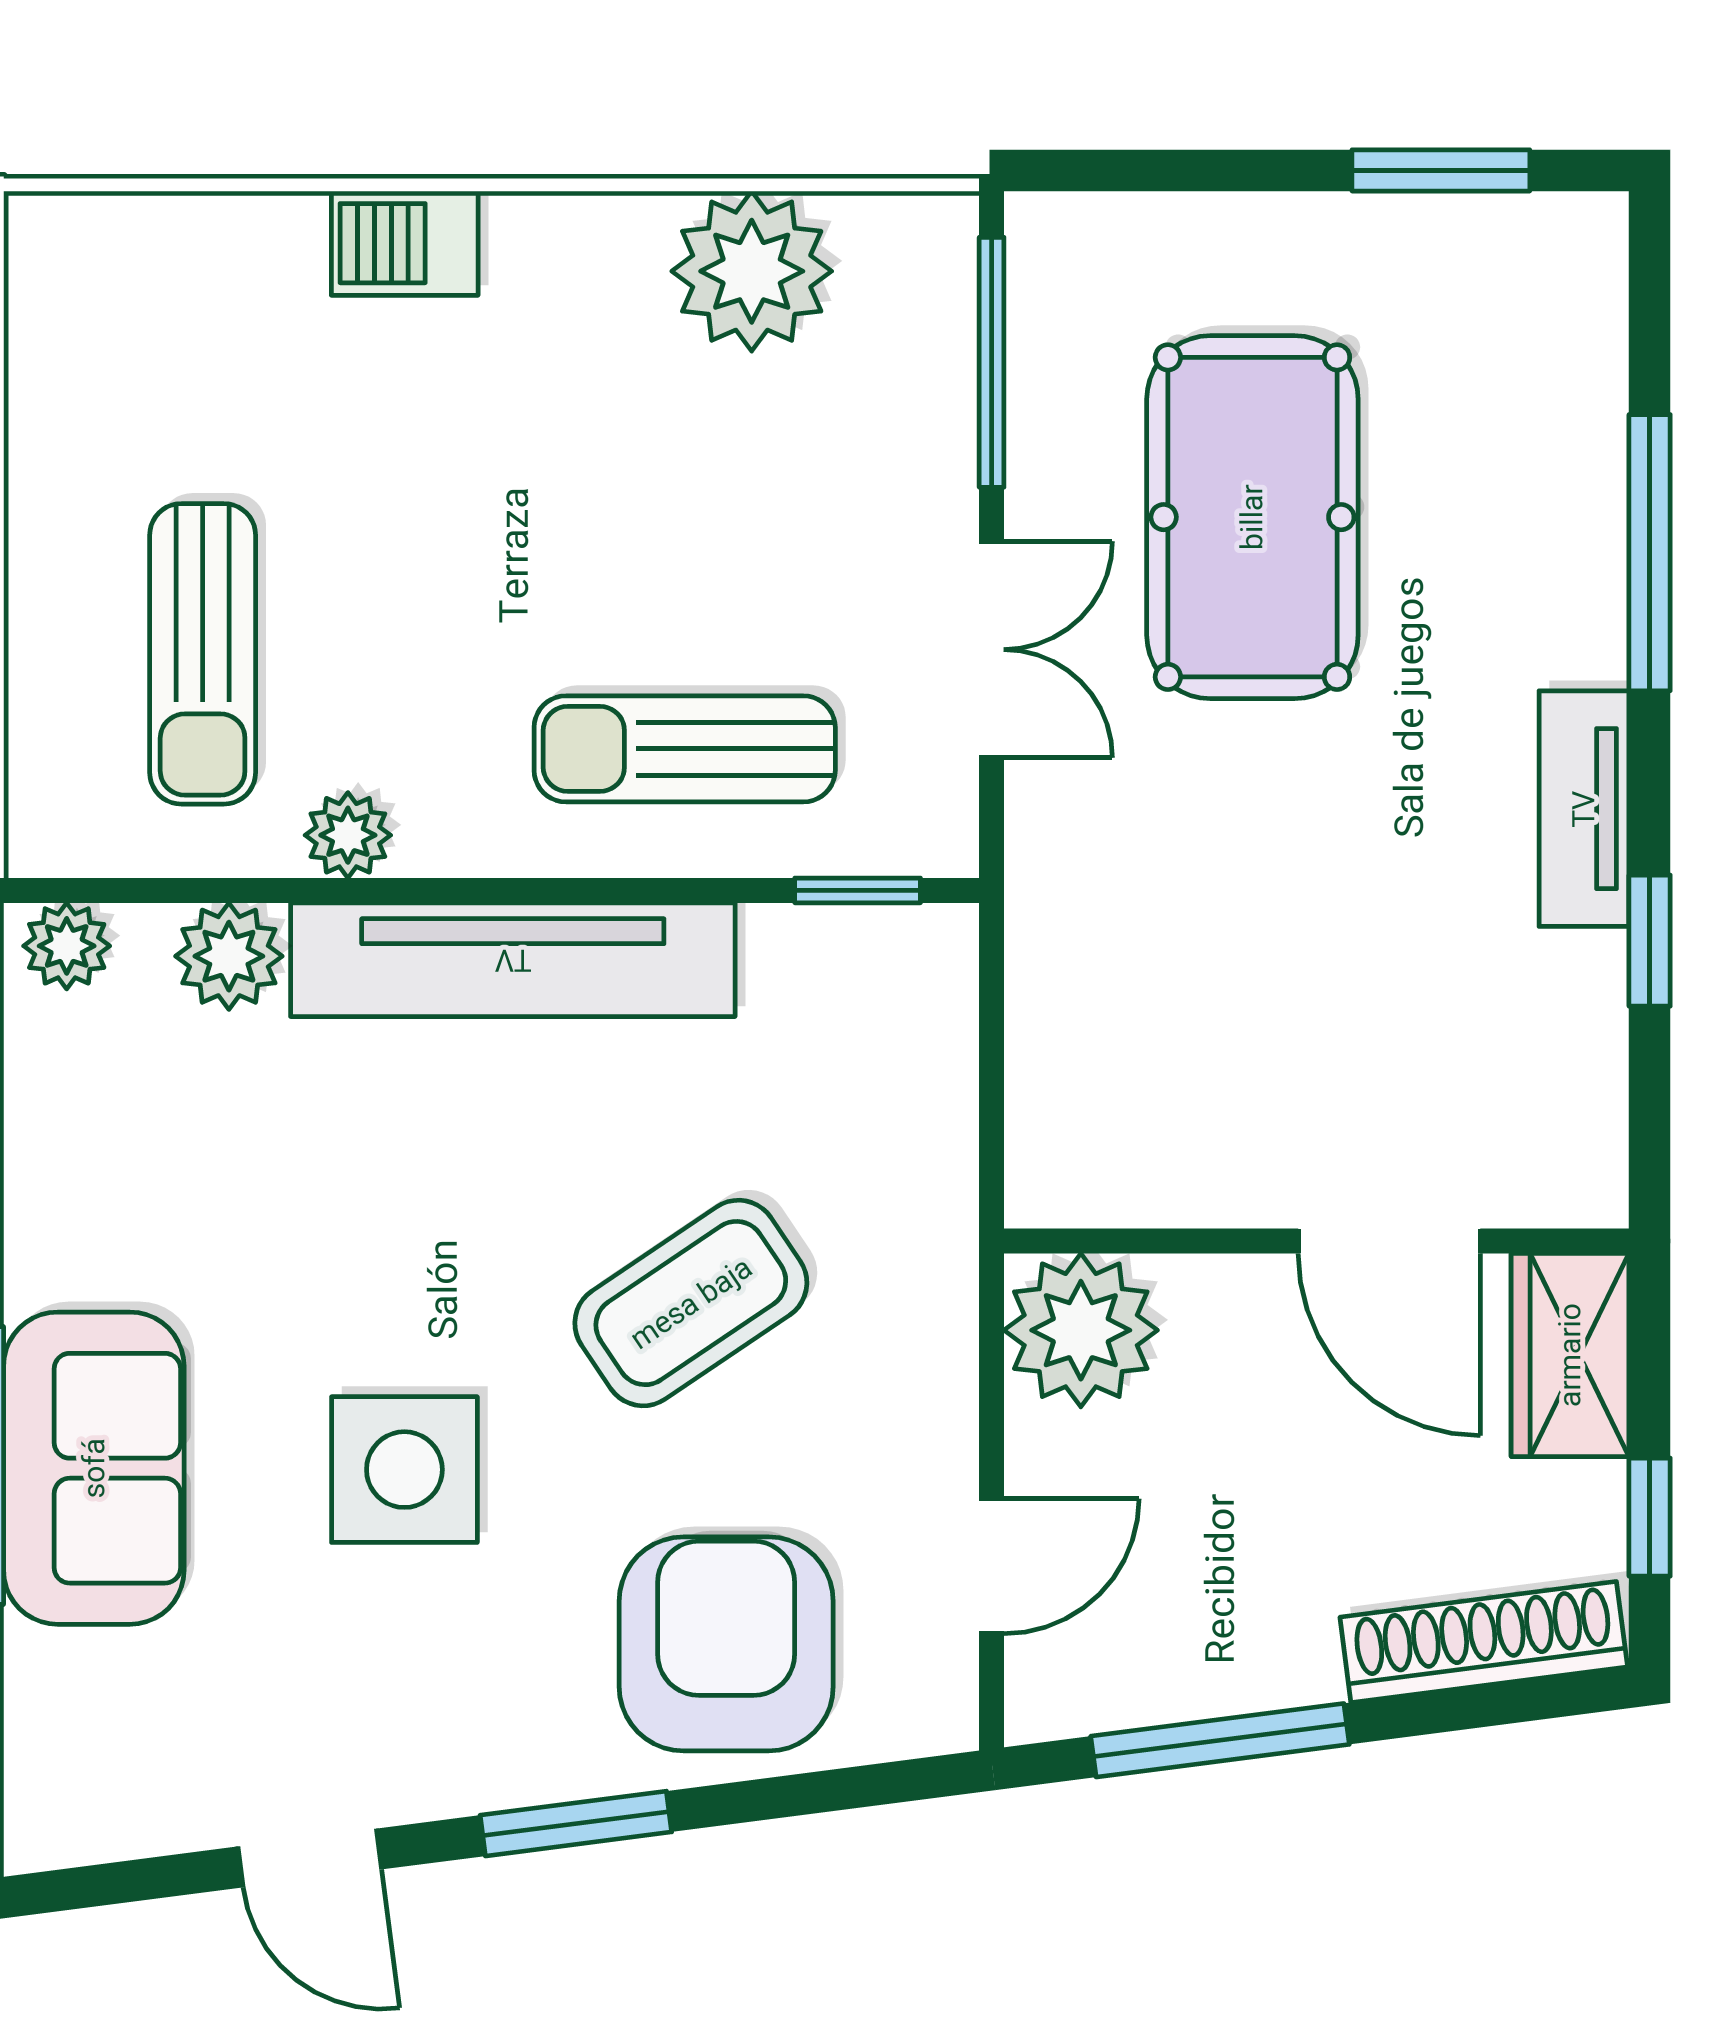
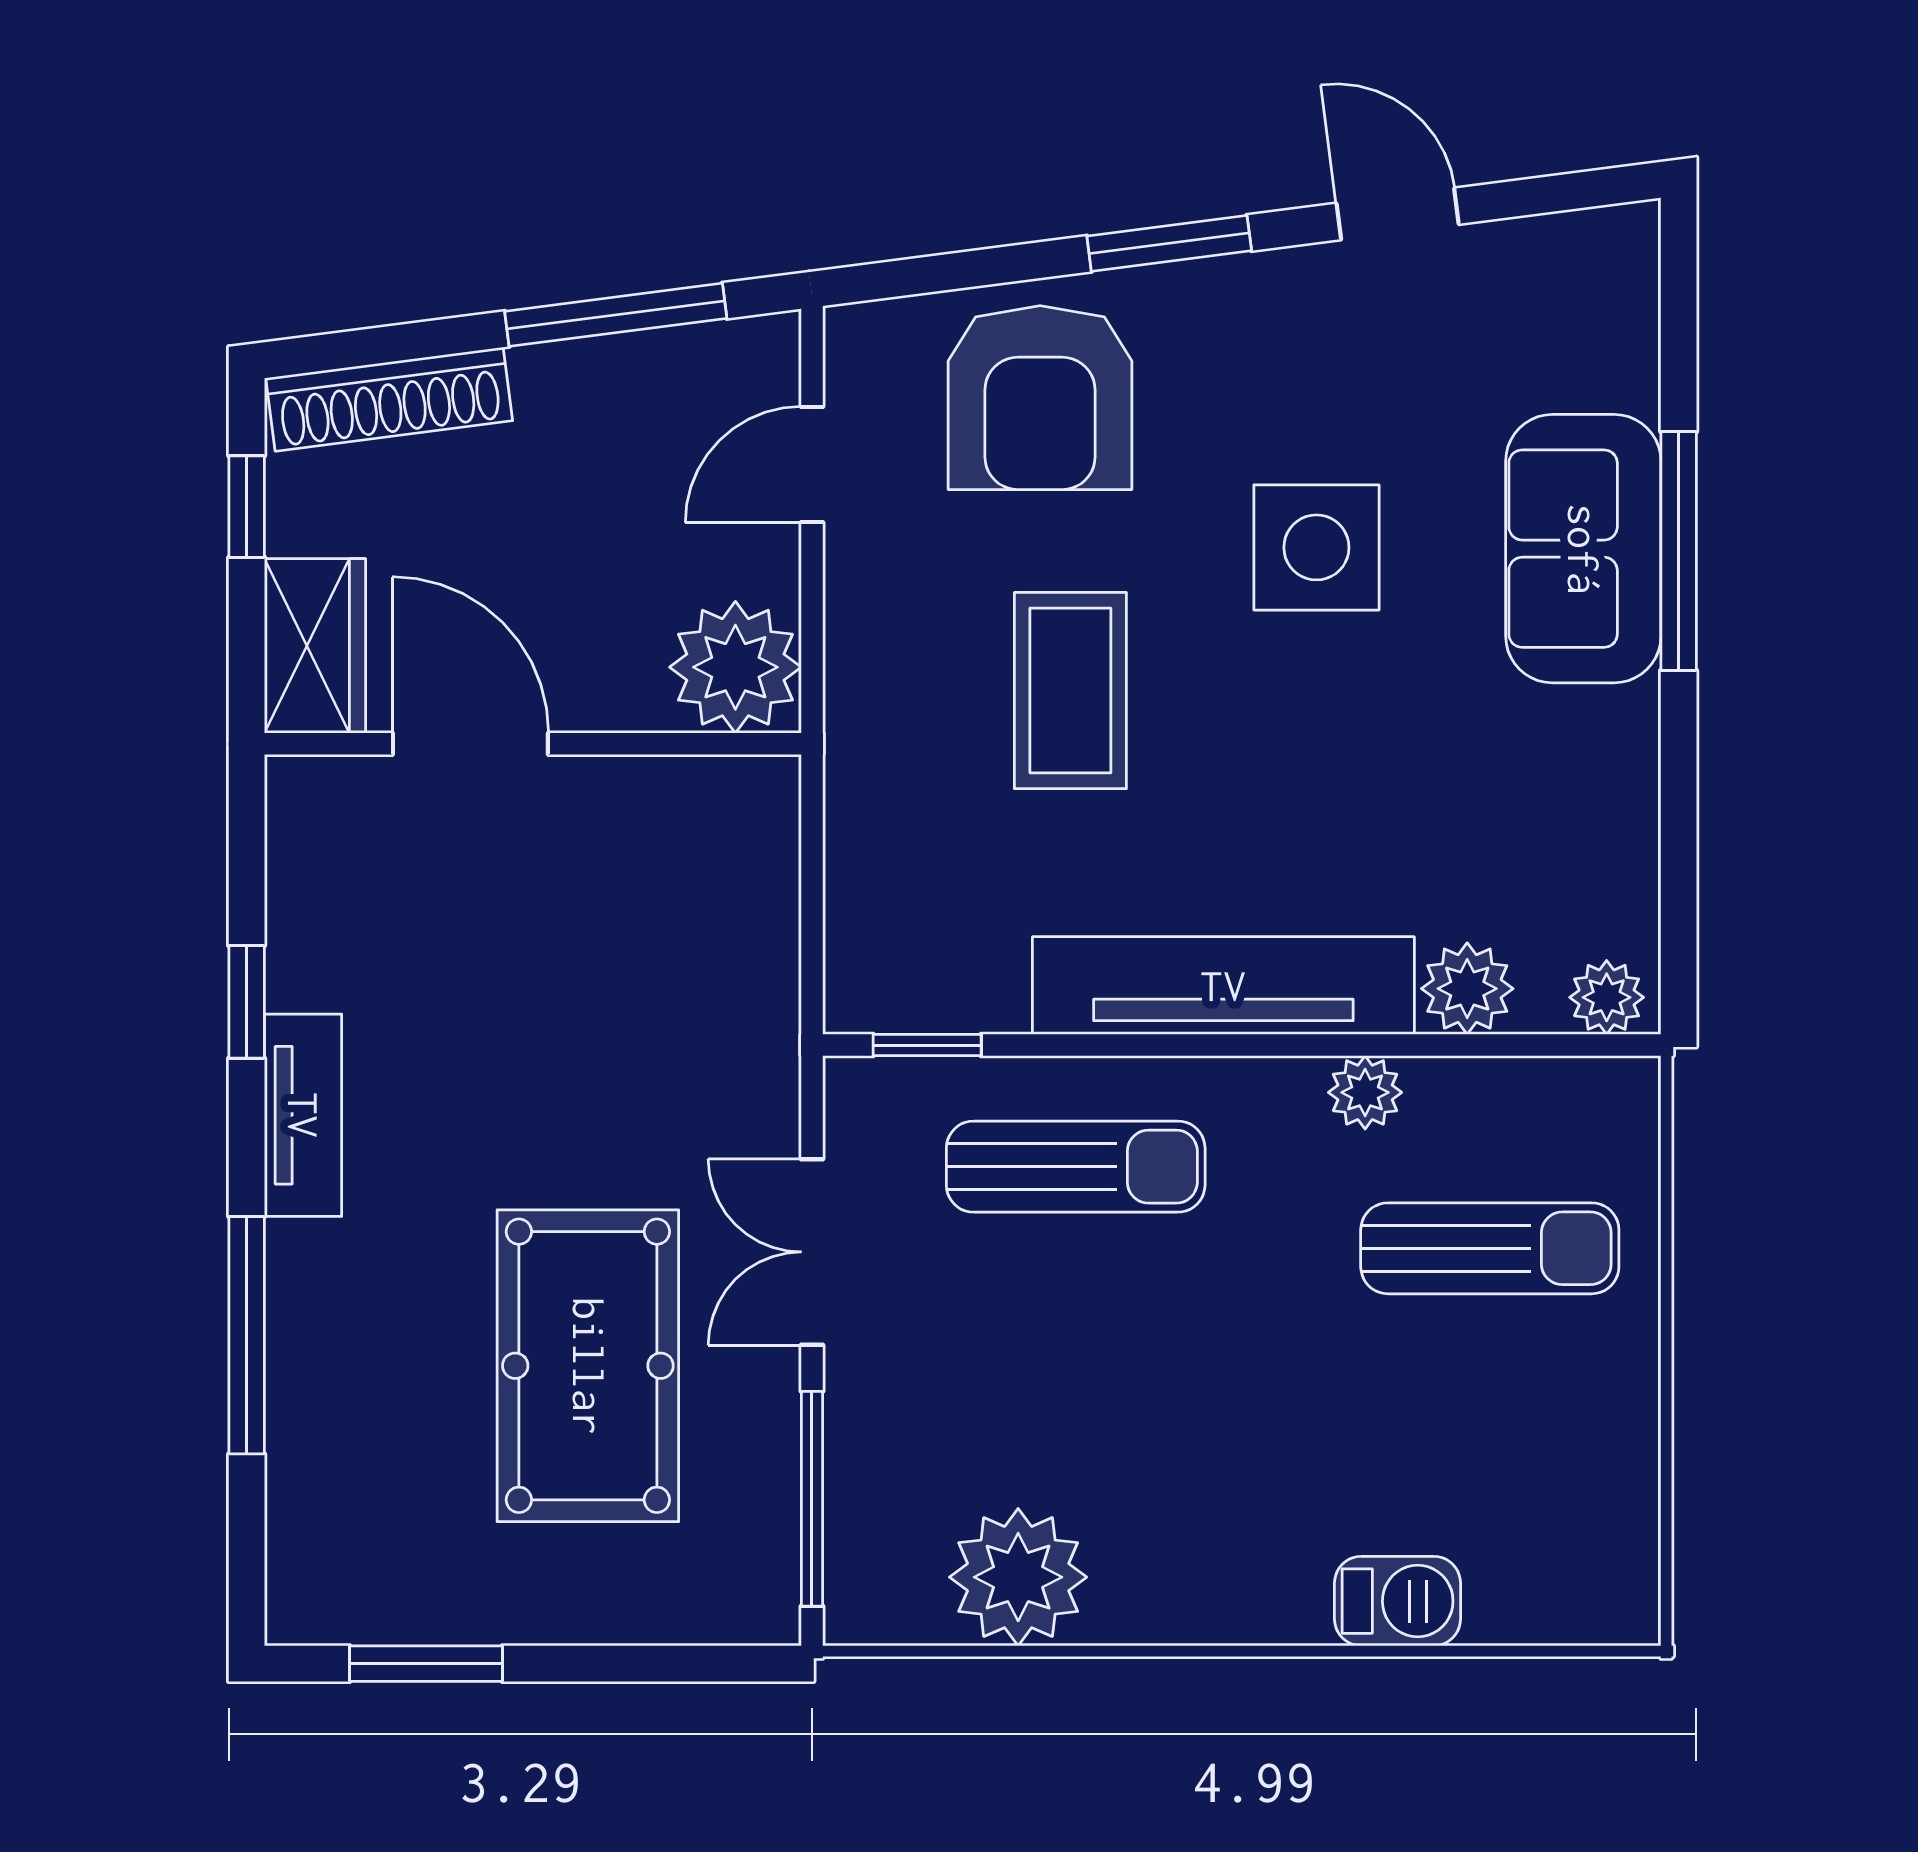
barbecue: (405, 243) -> (1398, 1601), moved
sun lounger: (203, 654) -> (1490, 1248), turned 90
coffee table: (691, 1303) -> (1070, 691), turned -56

